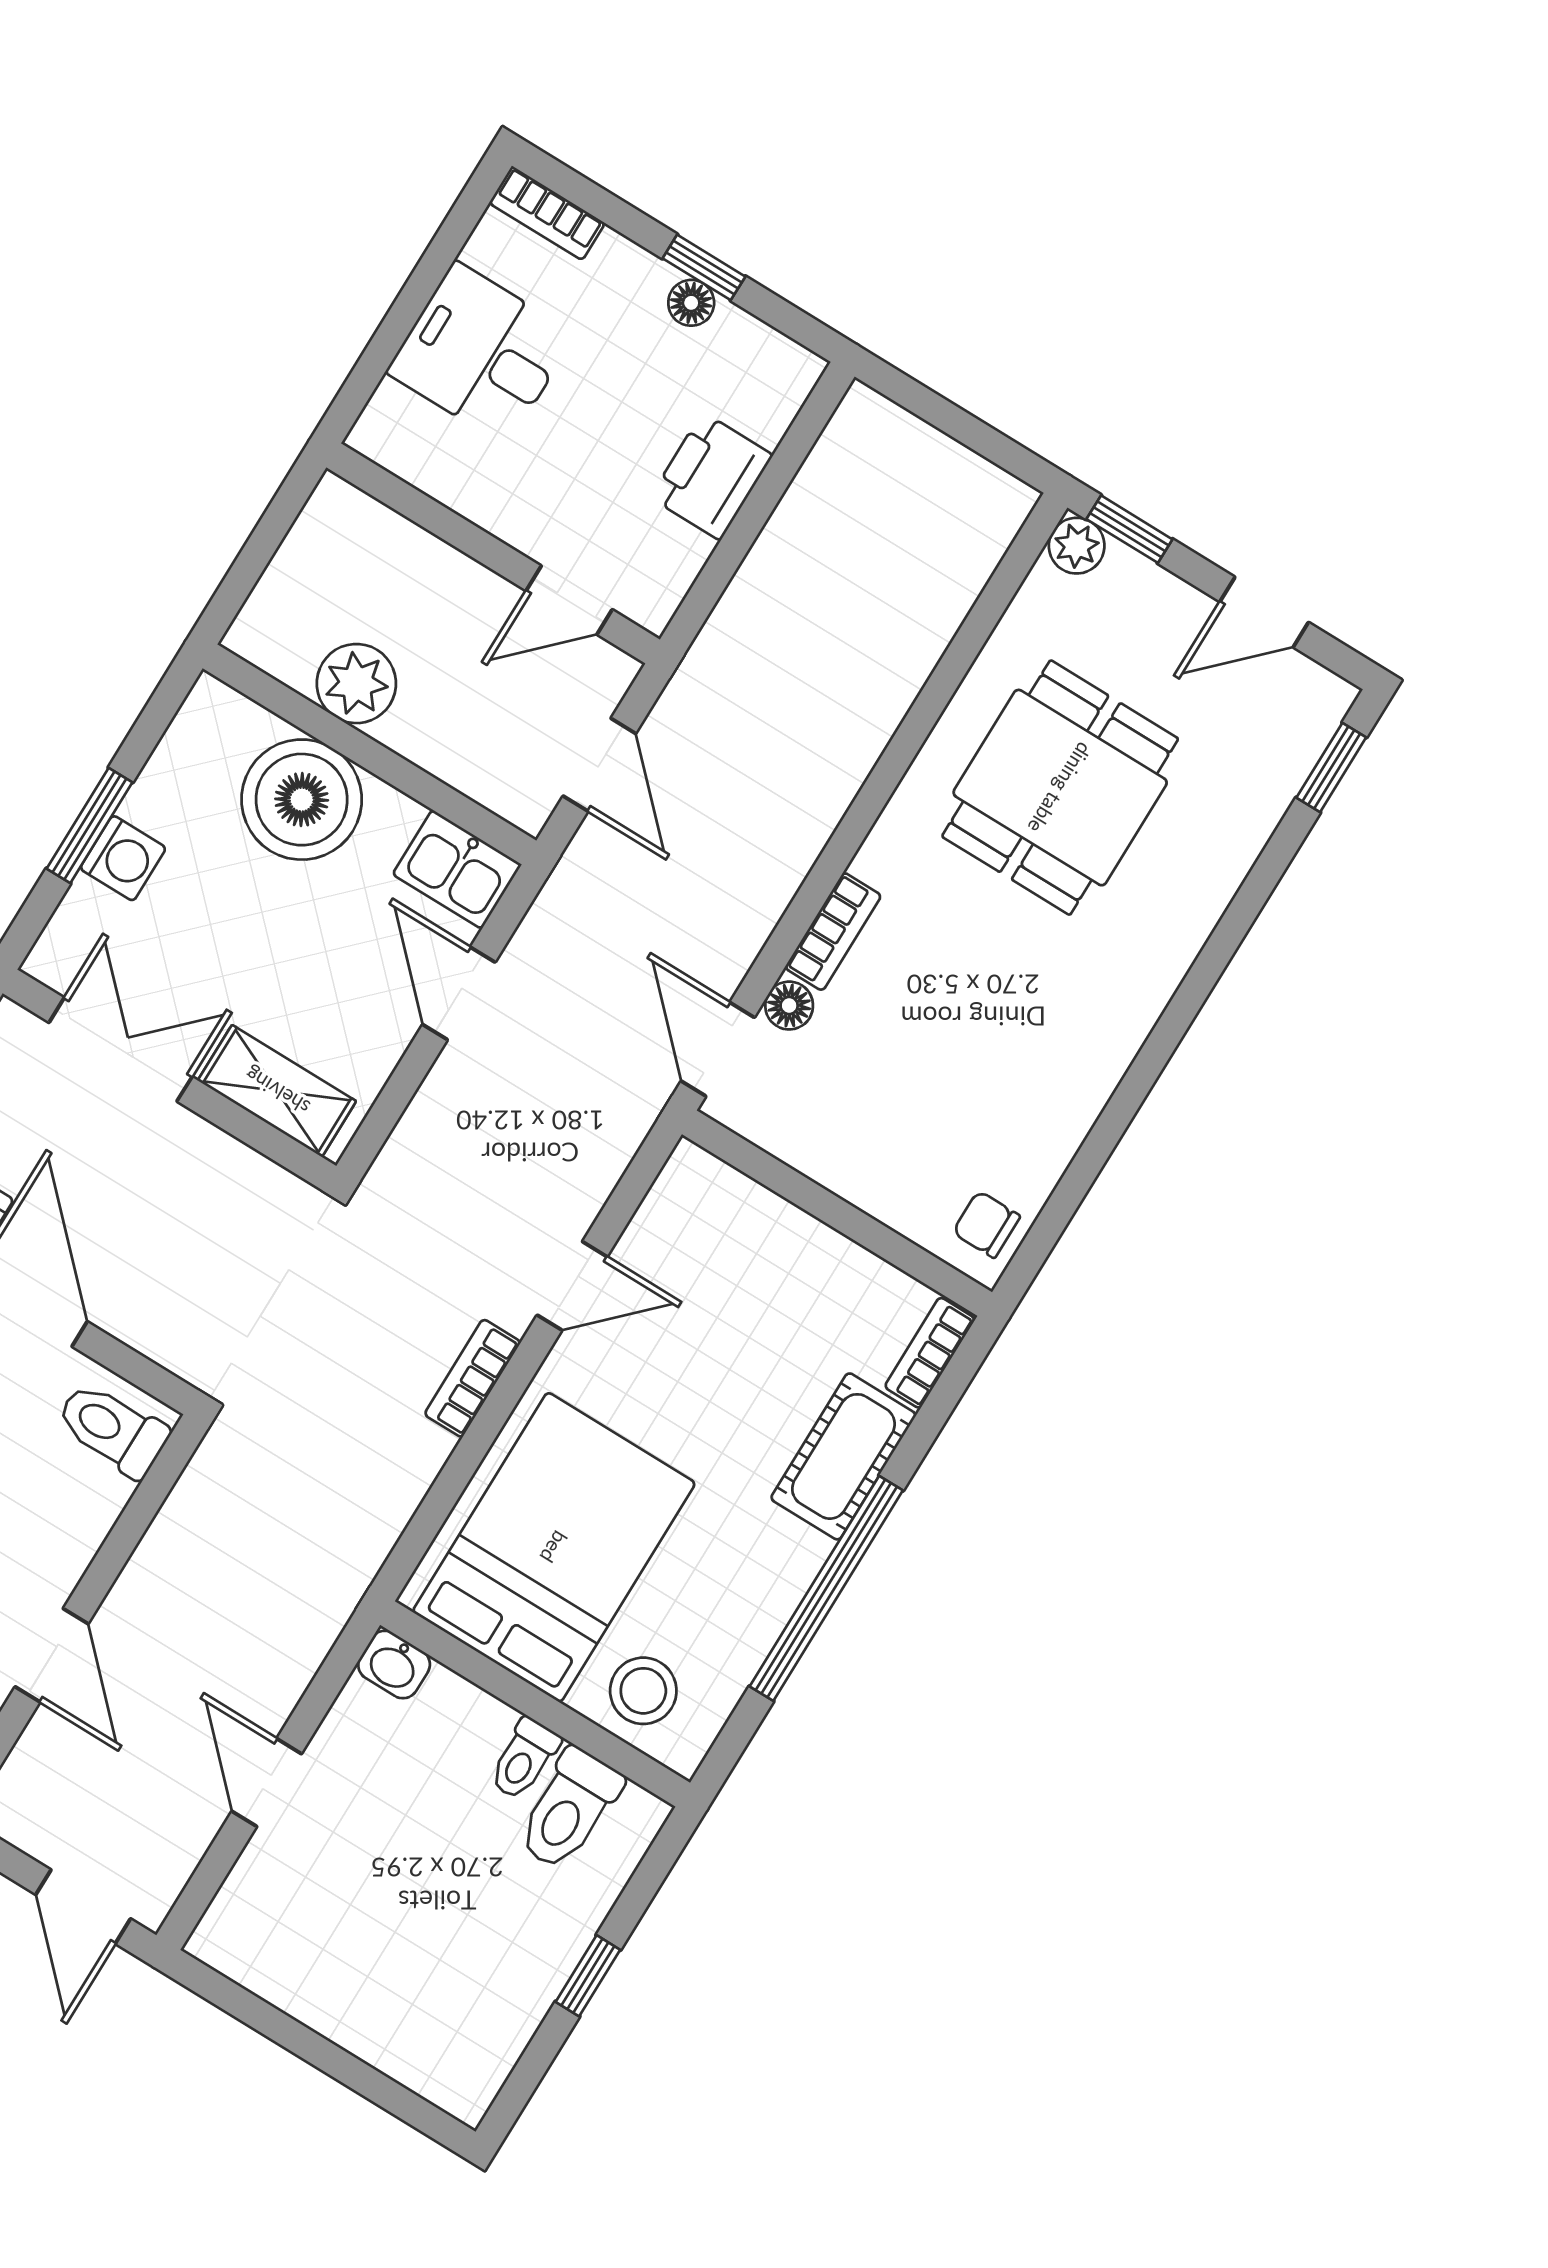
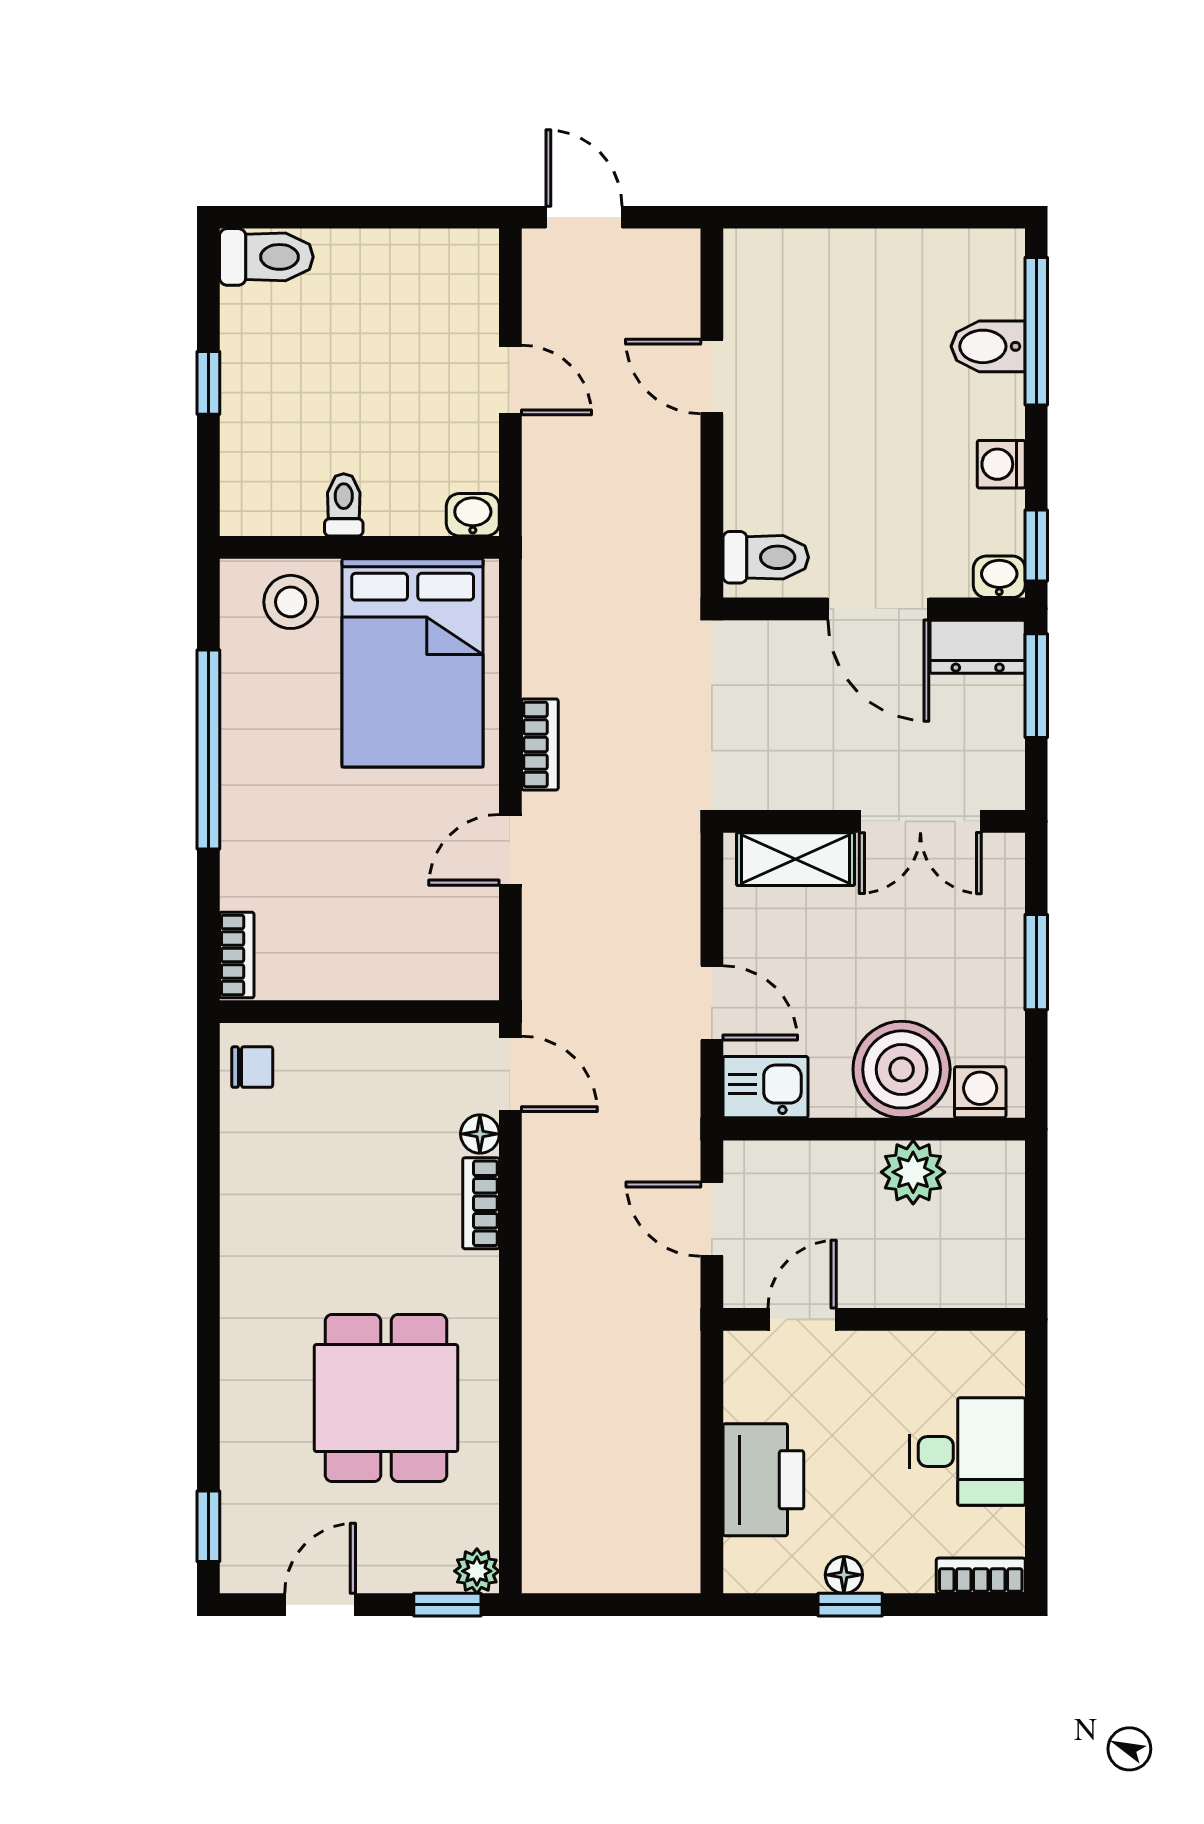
printer: (711, 476) -> (763, 1480), width x1.37, depth x1.19
washing machine: (123, 858) -> (980, 1092), moved, turned 90
cot: (843, 1456) -> (252, 847), removed
toilet: (569, 1809) -> (266, 257), moved, turned 90

